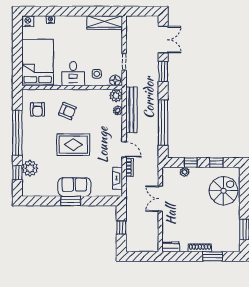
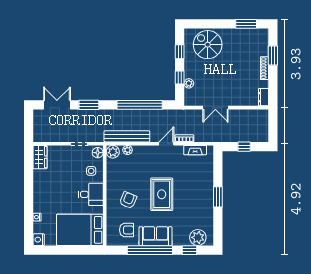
wardrobe: (105, 23) -> (40, 157), width x0.67
plant: (30, 168) -> (198, 237), moved
sofa: (74, 187) -> (155, 236), moved, turned 90

